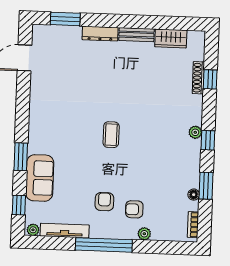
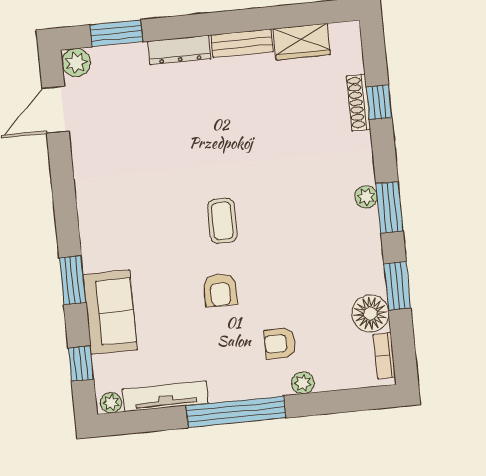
plant: (40, 33) -> (76, 63), added
window: (208, 140) -> (390, 207), width x1.50
floor lamp: (194, 195) -> (370, 314), width x1.89, depth x1.89
armchair: (104, 202) -> (220, 290), moved, turned 180

